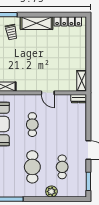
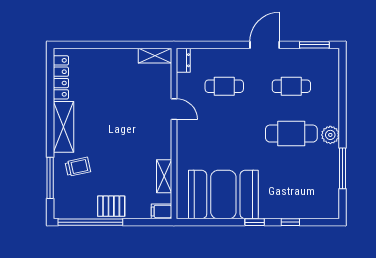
door: (48, 93) -> (174, 109), hinge flipped
cafe table: (32, 125) -> (224, 86), moved
plant: (51, 191) -> (330, 135), moved

